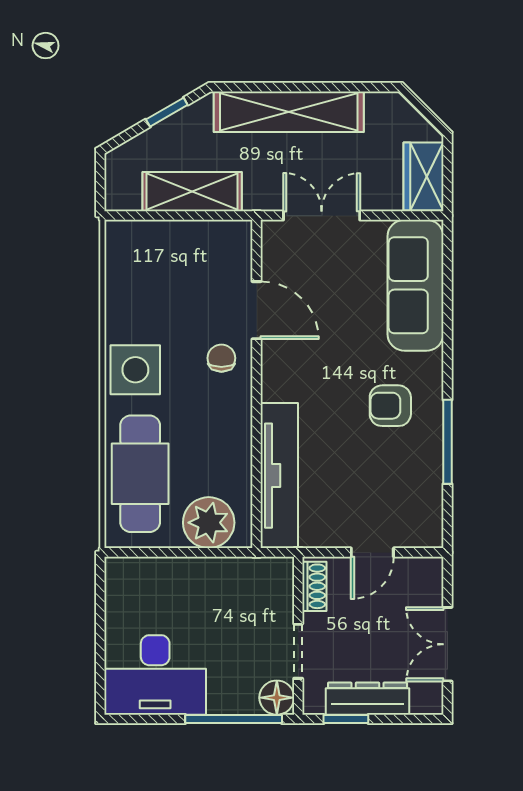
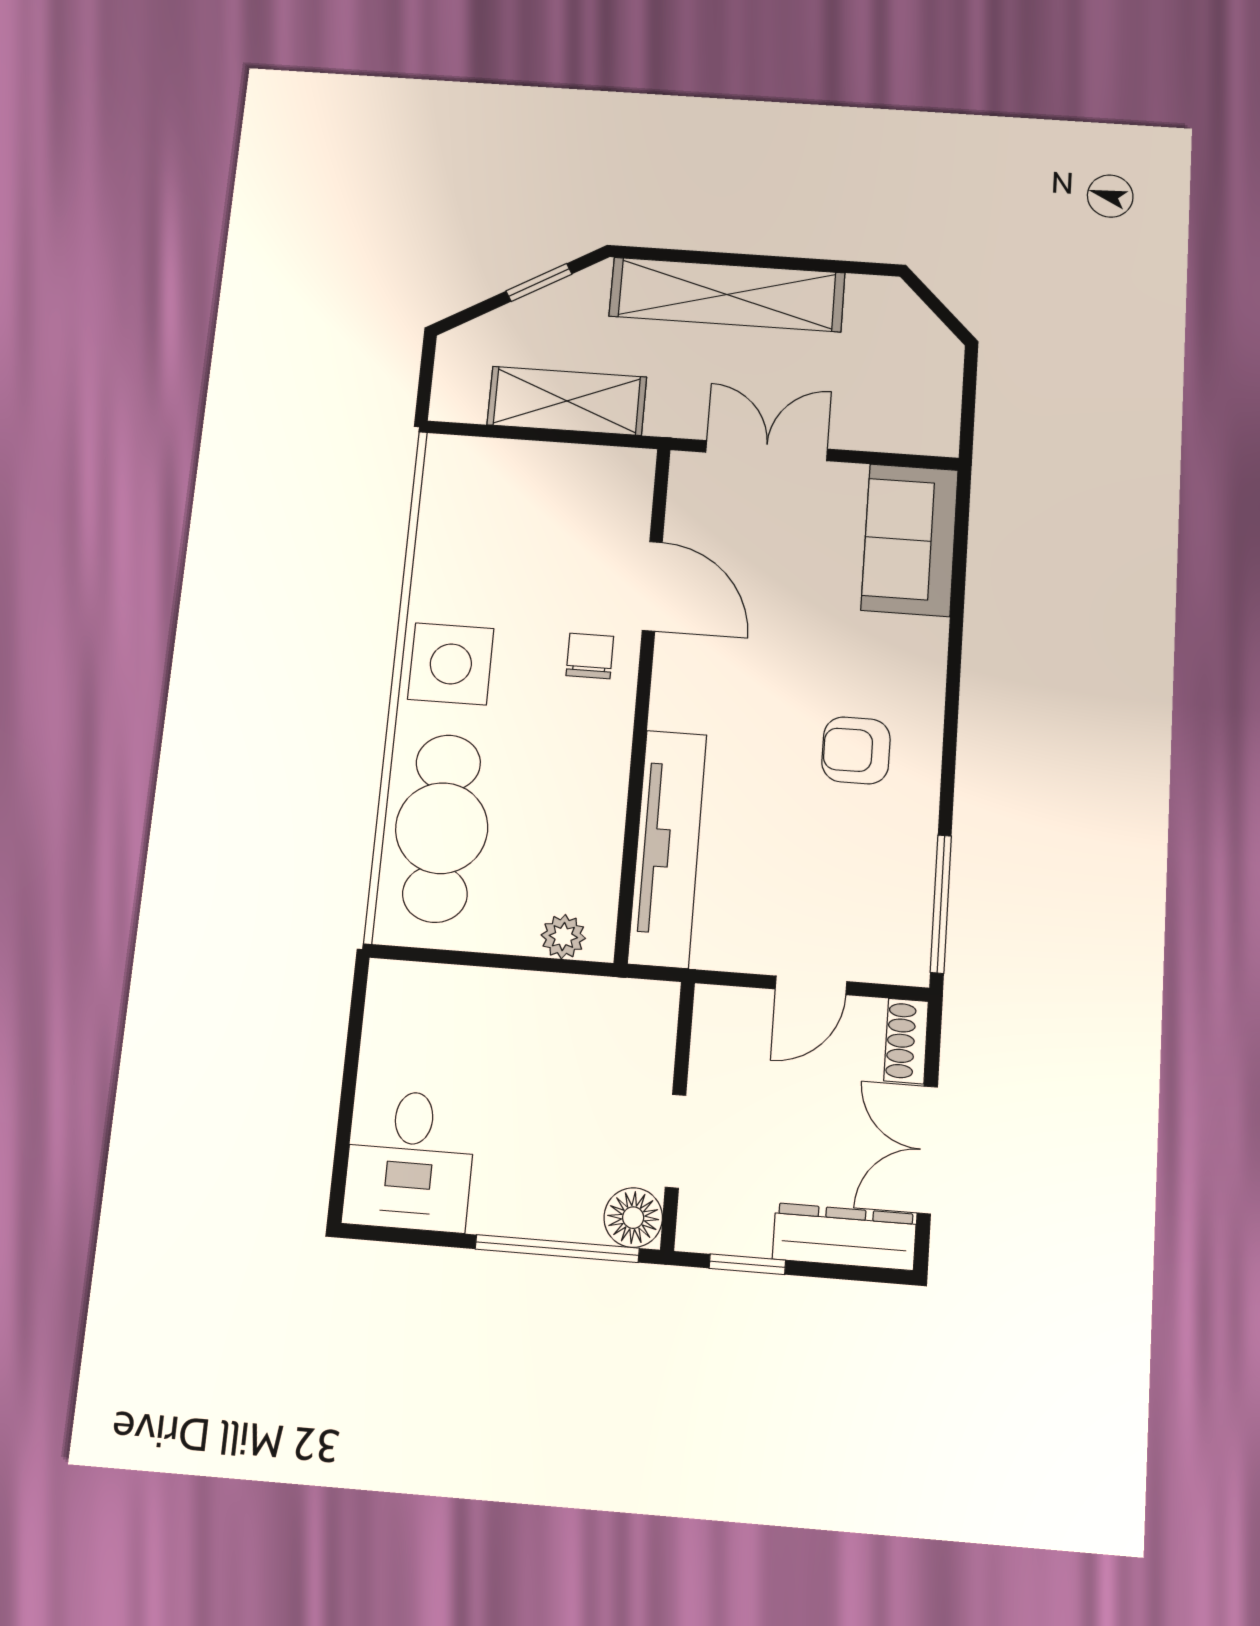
wardrobe: (424, 177) -> (931, 404), removed
sofa: (415, 285) -> (910, 540), width x0.73
window: (447, 442) -> (941, 904), moved
plant: (209, 523) -> (563, 937), width x0.53, depth x0.53
shoe rack: (314, 586) -> (906, 1041), moved, turned 180
desk: (155, 675) -> (410, 1160), width x0.73
dresser: (367, 699) -> (844, 1237), moved

